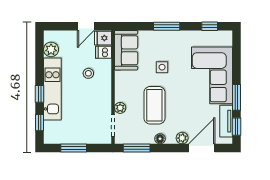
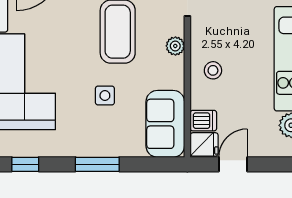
stool: (88, 73) -> (213, 70), moved
plant: (120, 108) -> (175, 46), moved

